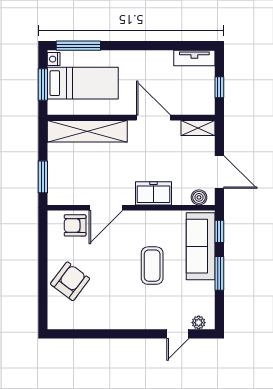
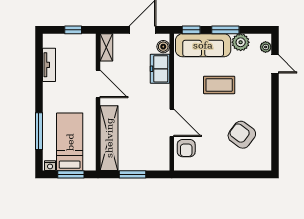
window: (78, 46) -> (39, 131), moved
tv unit: (194, 58) -> (49, 65), moved
door: (153, 118) -> (98, 84), swing flipped
window: (43, 177) -> (133, 174), moved
freezer: (153, 193) -> (160, 69), moved
armchair: (70, 281) -> (242, 135), moved
plant: (204, 292) -> (241, 42), added

